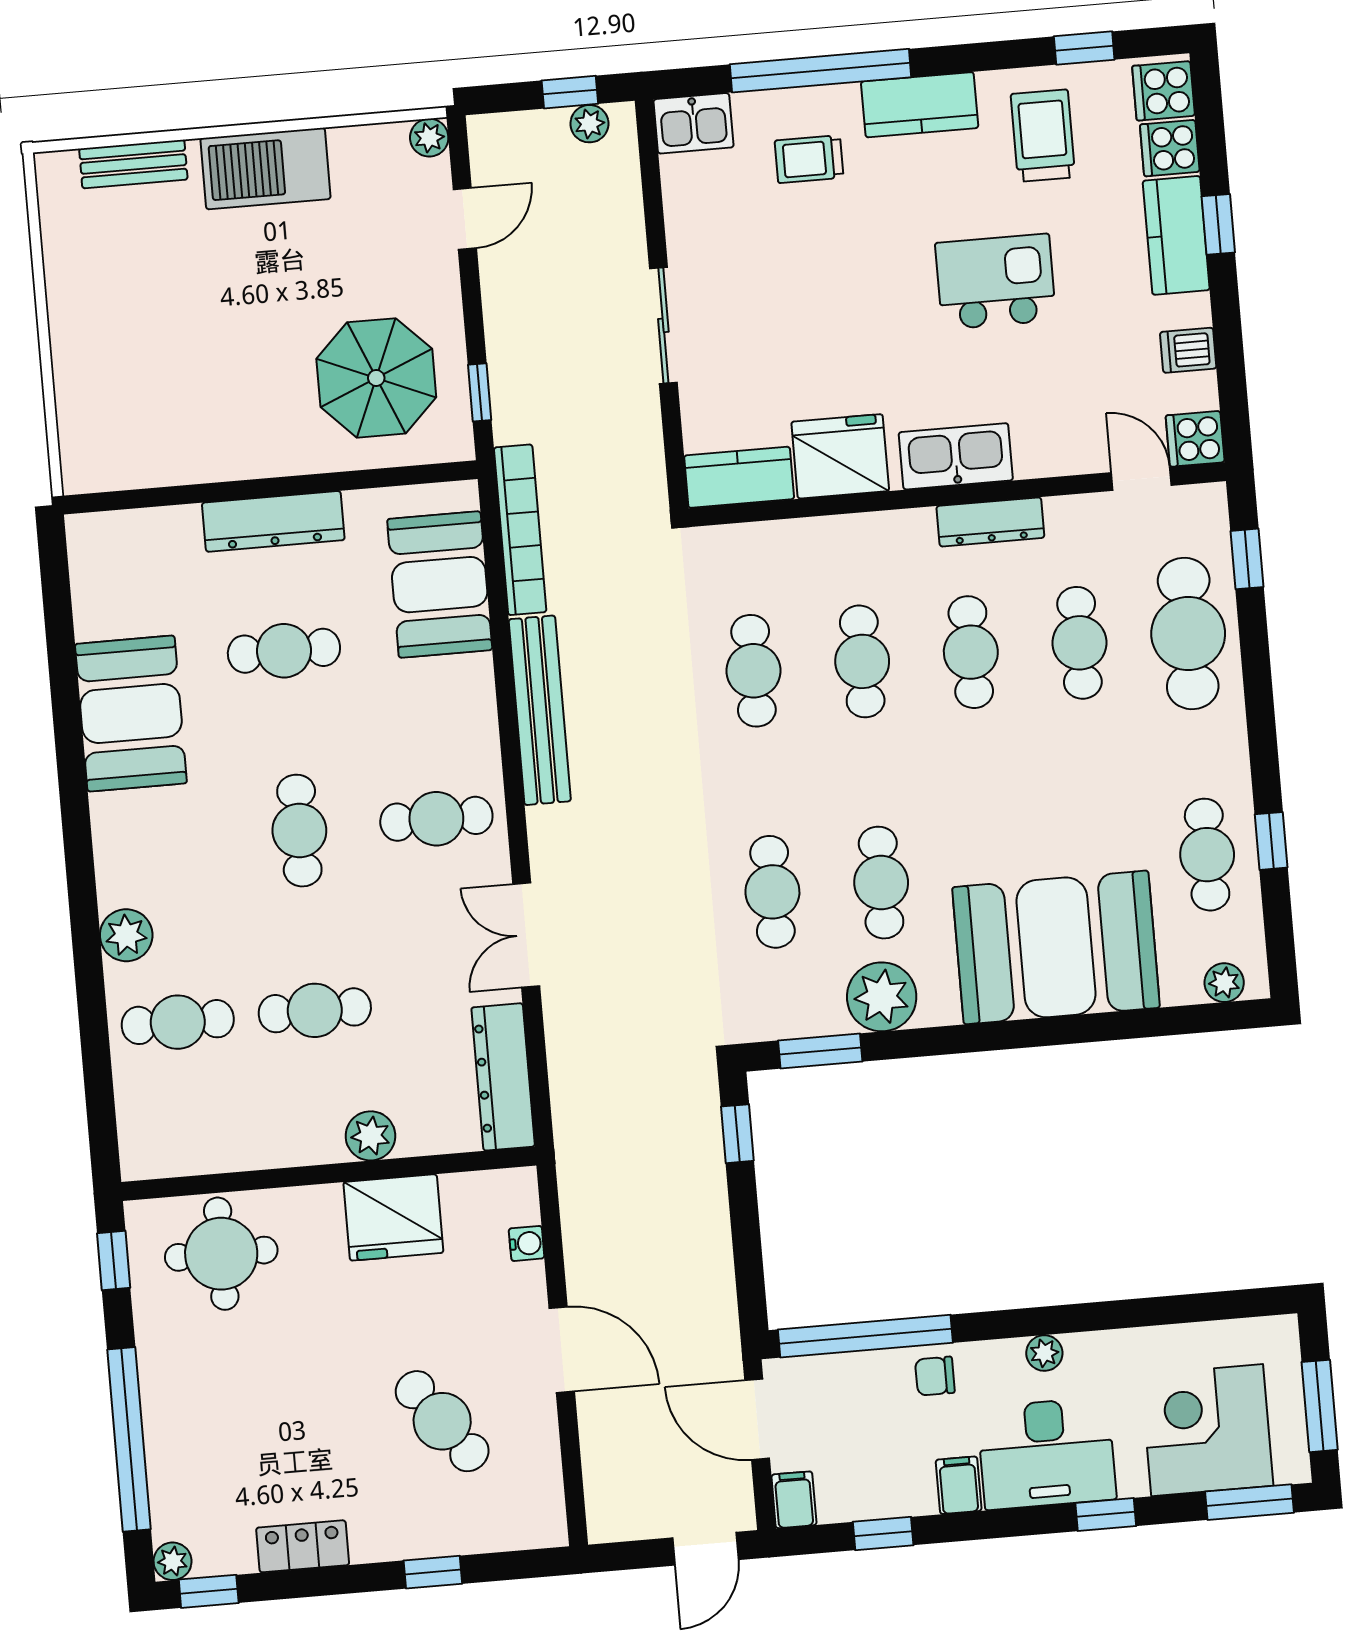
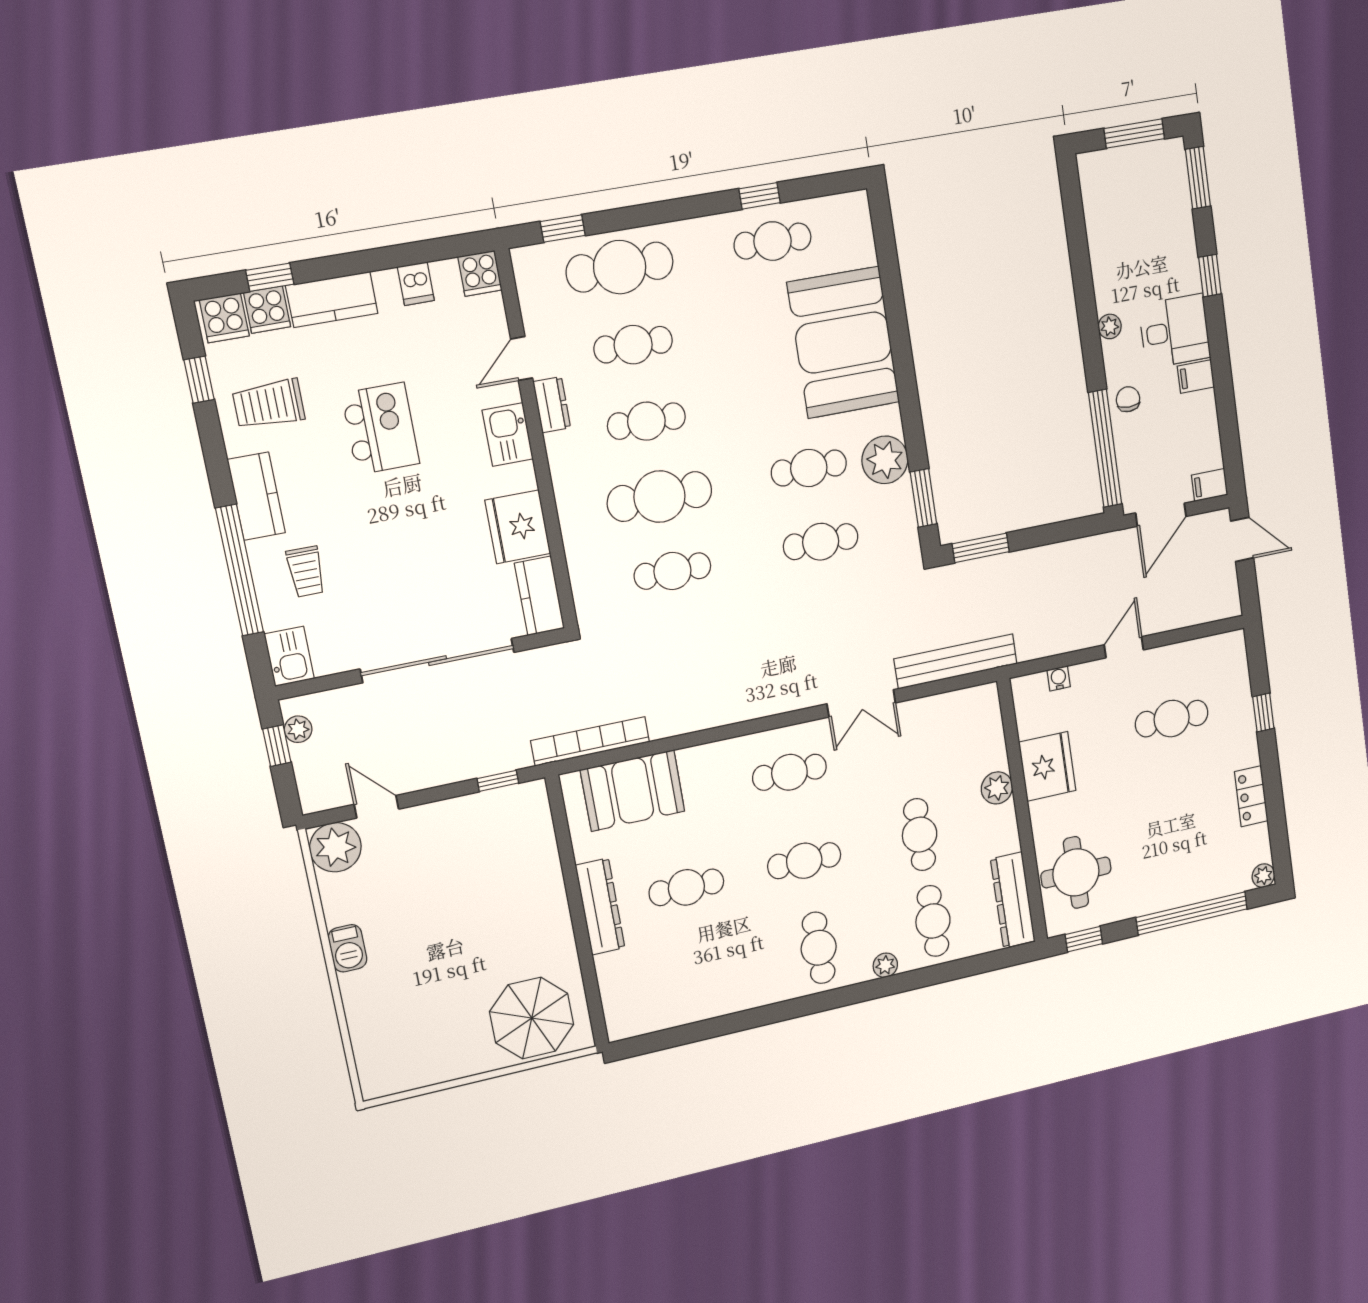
plant: (429, 138) -> (335, 847), width x1.88, depth x1.88
bench: (133, 164) -> (363, 1035), removed
barbecue: (266, 169) -> (348, 948), width x0.53, depth x0.65
window: (1218, 224) -> (270, 277), moved
kitchen island: (996, 282) -> (381, 429), turned 180
sliding door: (663, 325) -> (438, 661), width x1.86
parasol: (376, 378) -> (532, 1018), moved
kitchen sink: (956, 456) -> (508, 435), width x0.73
door: (1141, 479) -> (522, 358), moved
dresser: (990, 522) -> (552, 405), width x0.70
cafe table: (284, 651) -> (686, 887), turned 90
cafe table: (862, 661) -> (660, 497), width x1.37, depth x1.35
bench: (540, 710) -> (956, 661), moved
booth: (131, 714) -> (736, 980), removed
cafe table: (436, 819) -> (789, 772), turned 90
cafe table: (162, 842) -> (819, 948), added
plant: (126, 935) -> (885, 965), width x0.73, depth x0.73
plant: (1224, 983) -> (859, 222), removed
dresser: (503, 1077) -> (1013, 900), moved, turned 90
window: (737, 1134) -> (981, 548), width x1.50
door: (562, 1350) -> (1124, 647), width x0.73
chair: (935, 1376) -> (1128, 399), turned 180
cafe table: (442, 1421) -> (1172, 719), turned 36
corner desk: (1207, 1430) -> (1153, 211), removed
desk: (1047, 1453) -> (1175, 331), width x0.73
window: (883, 1534) -> (1228, 424), removed
window: (209, 1591) -> (1280, 851), removed

